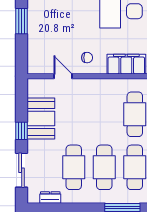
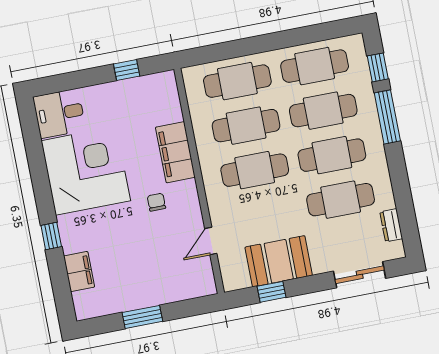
chair: (87, 58) -> (156, 202), moved
cafe table: (104, 114) -> (255, 170), added
window: (22, 131) -> (272, 292), moved

